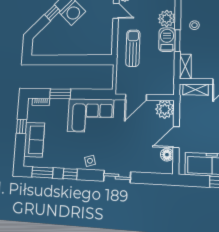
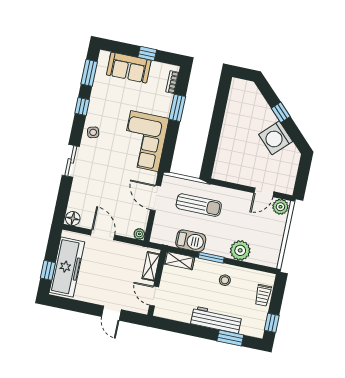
barbecue: (167, 40) -> (191, 241), moved
sun lounger: (133, 48) -> (199, 205), moved
plant: (165, 109) -> (139, 234), width x0.53, depth x0.53
floor lamp: (167, 155) -> (73, 218), moved

